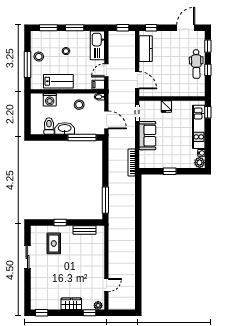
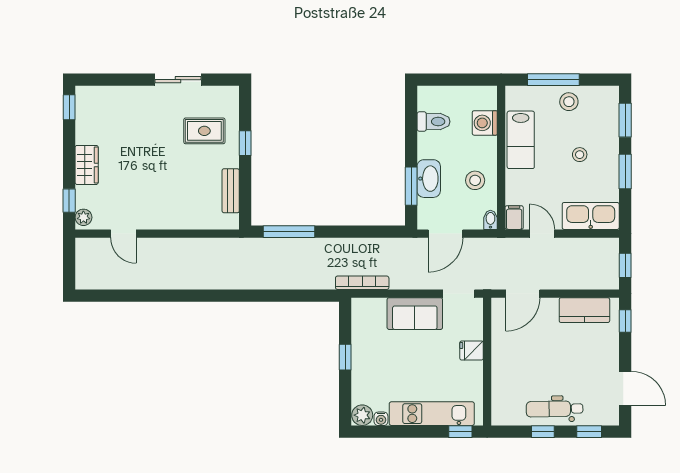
washbasin: (65, 128) -> (429, 179), moved
window: (82, 137) -> (411, 186), width x0.69

